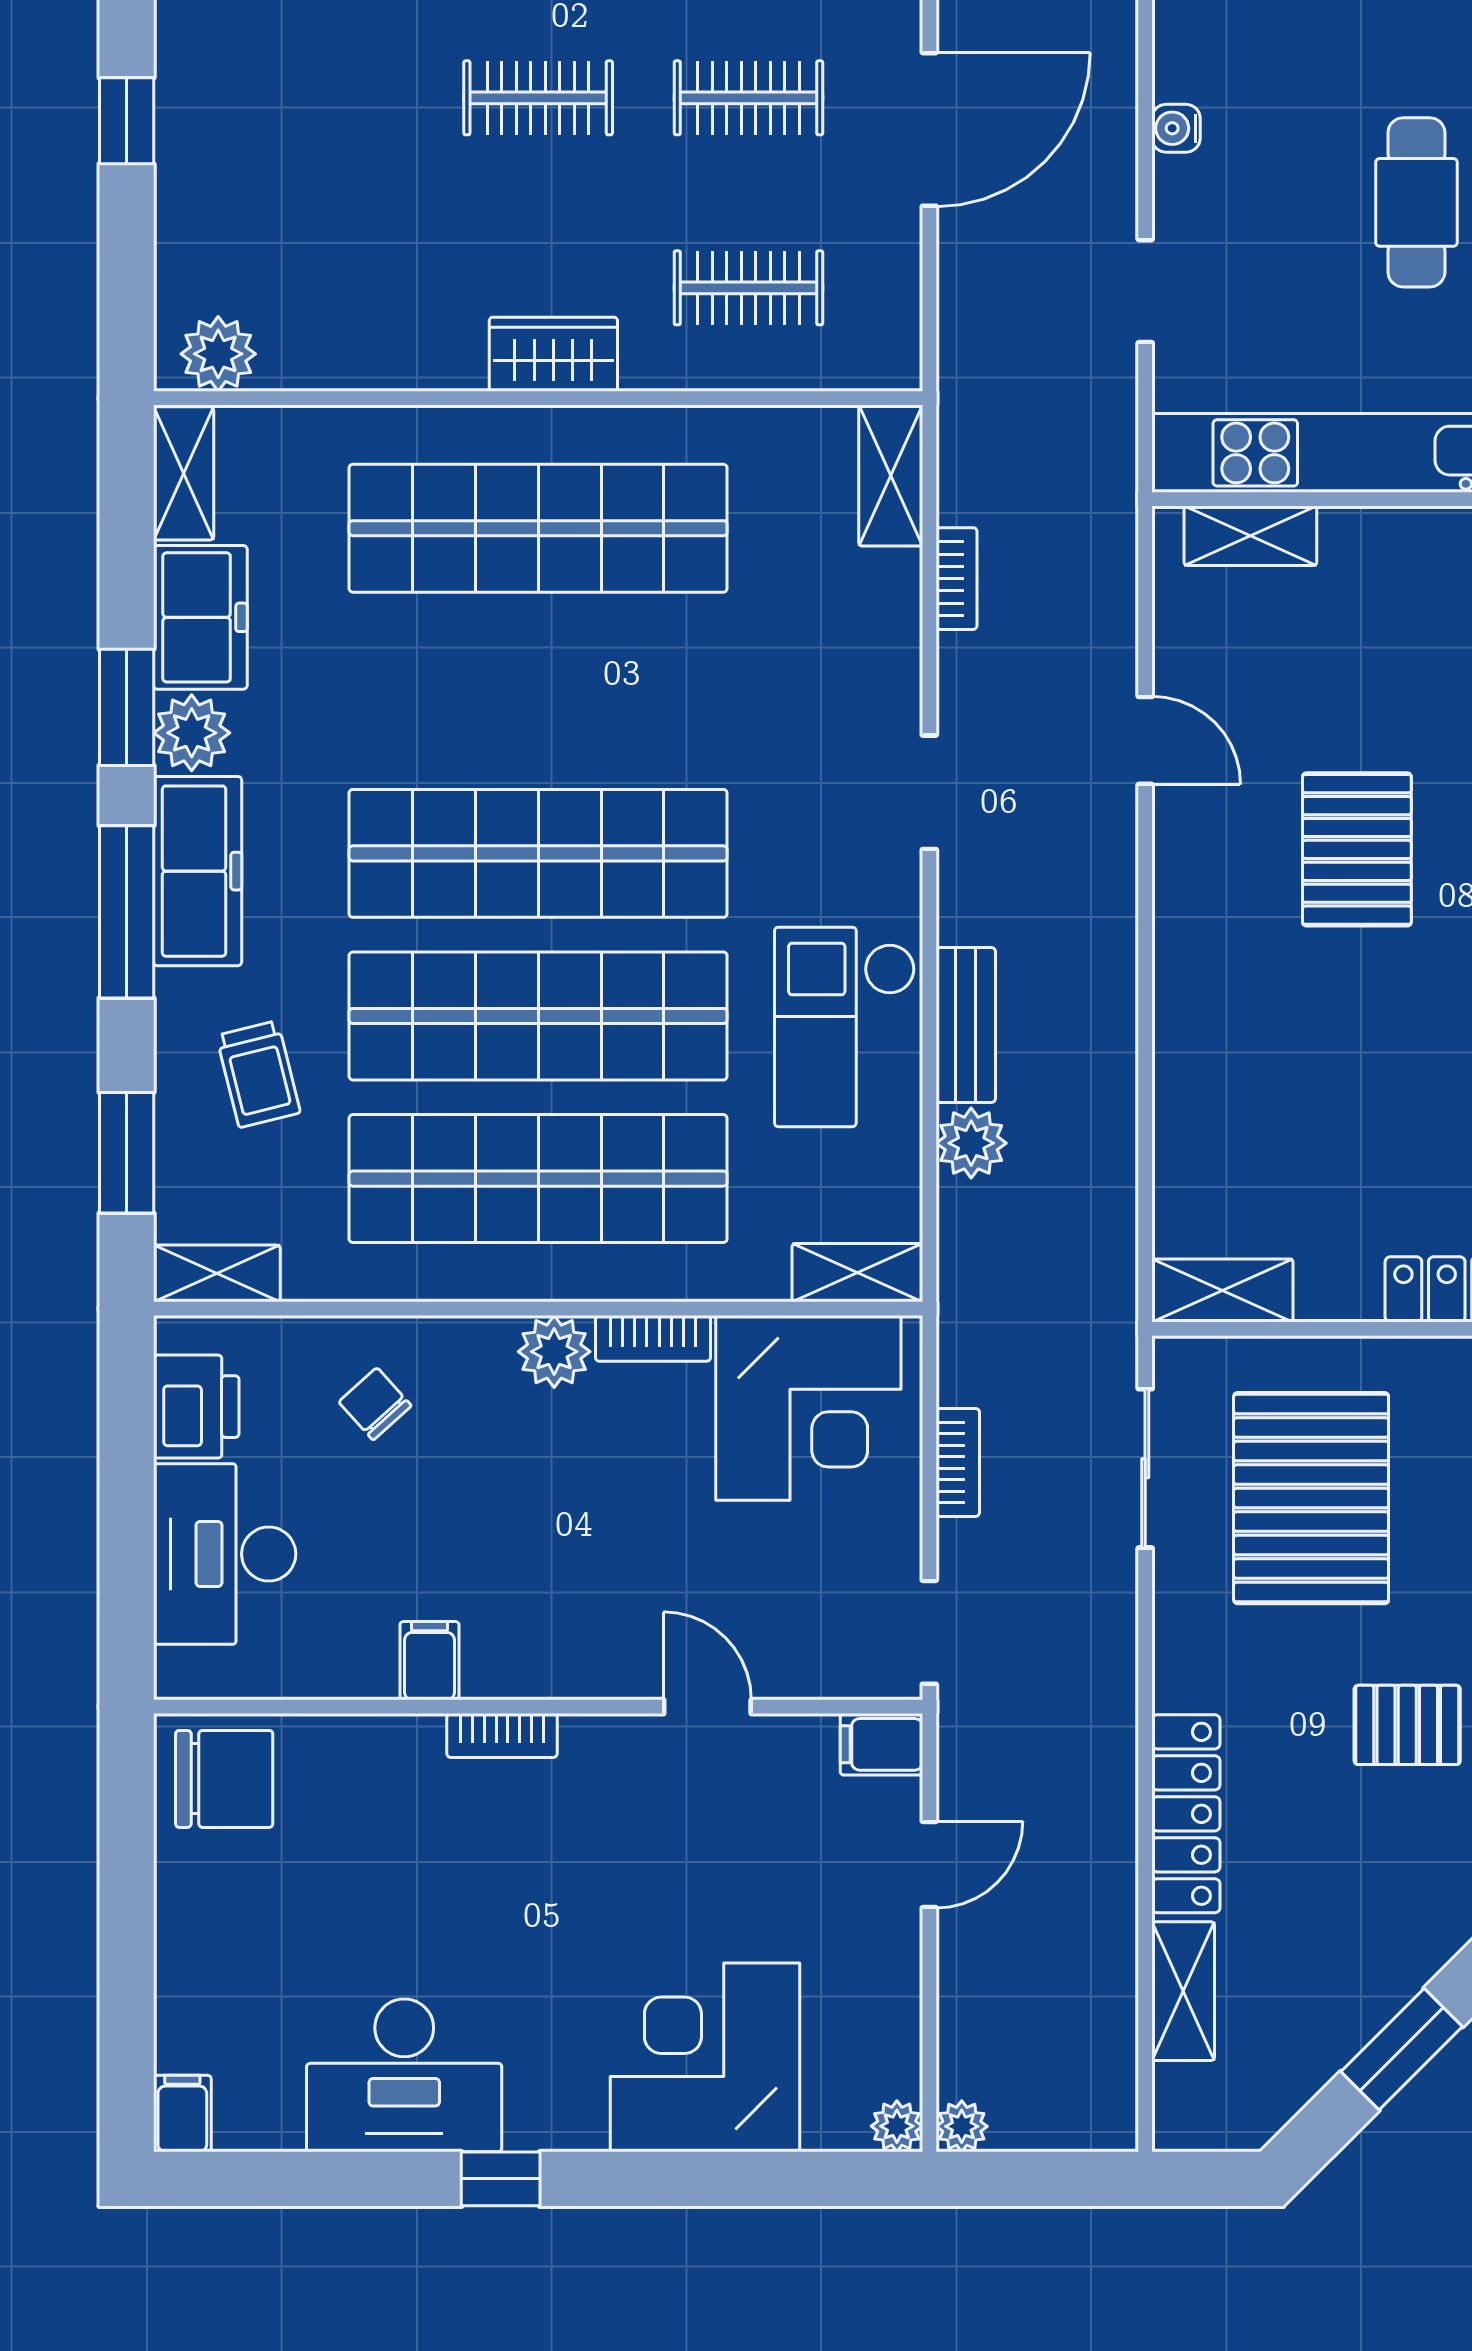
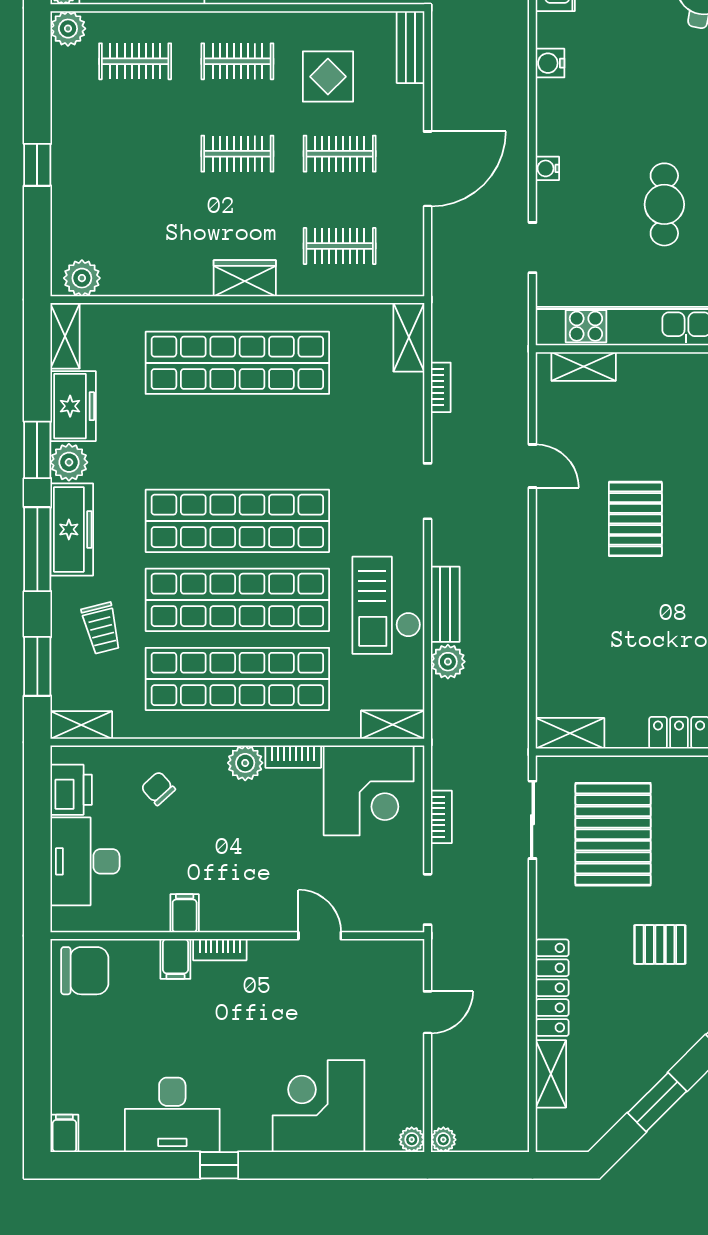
filing cabinet: (881, 1744) -> (175, 959), moved, turned -90

